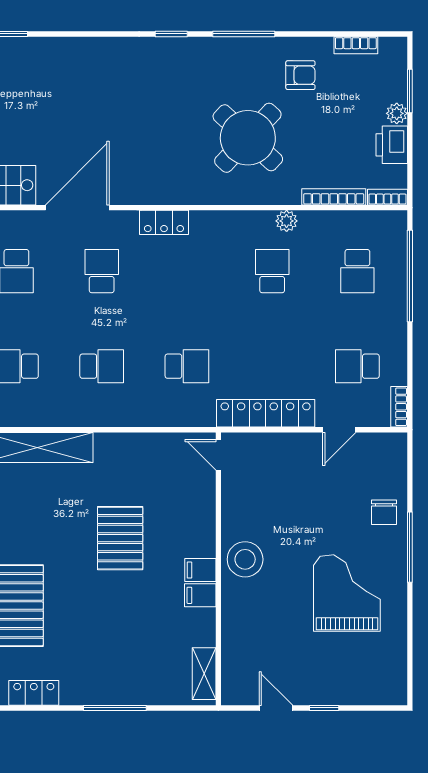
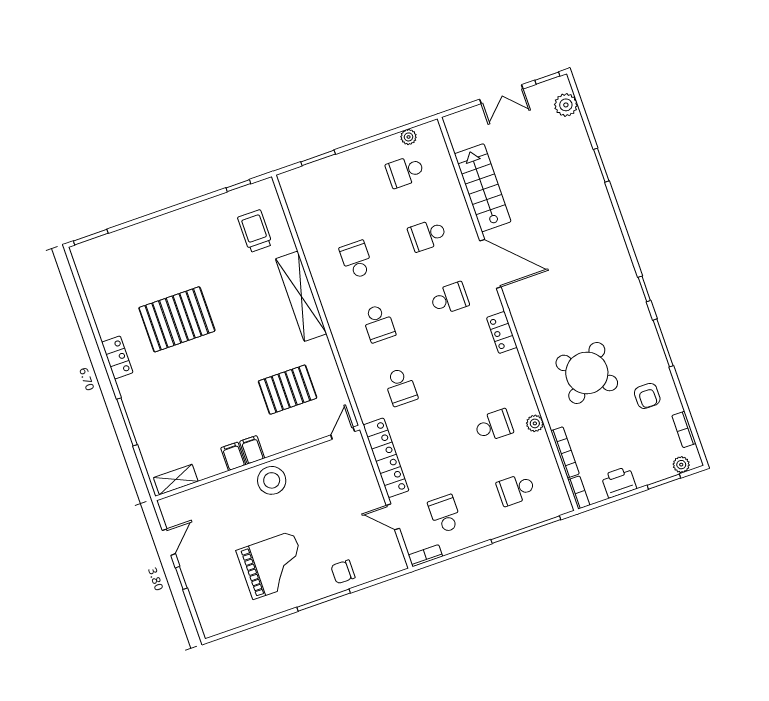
plant: (397, 113) -> (681, 465), moved
pallet: (120, 538) -> (288, 390), moved

